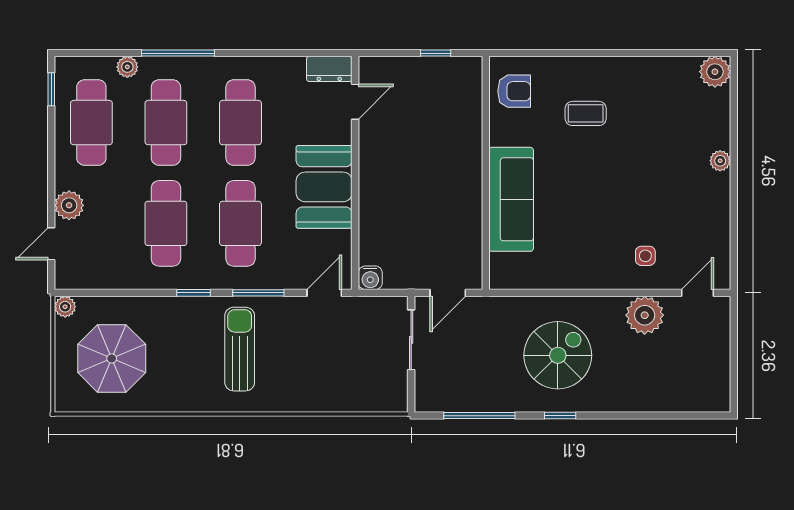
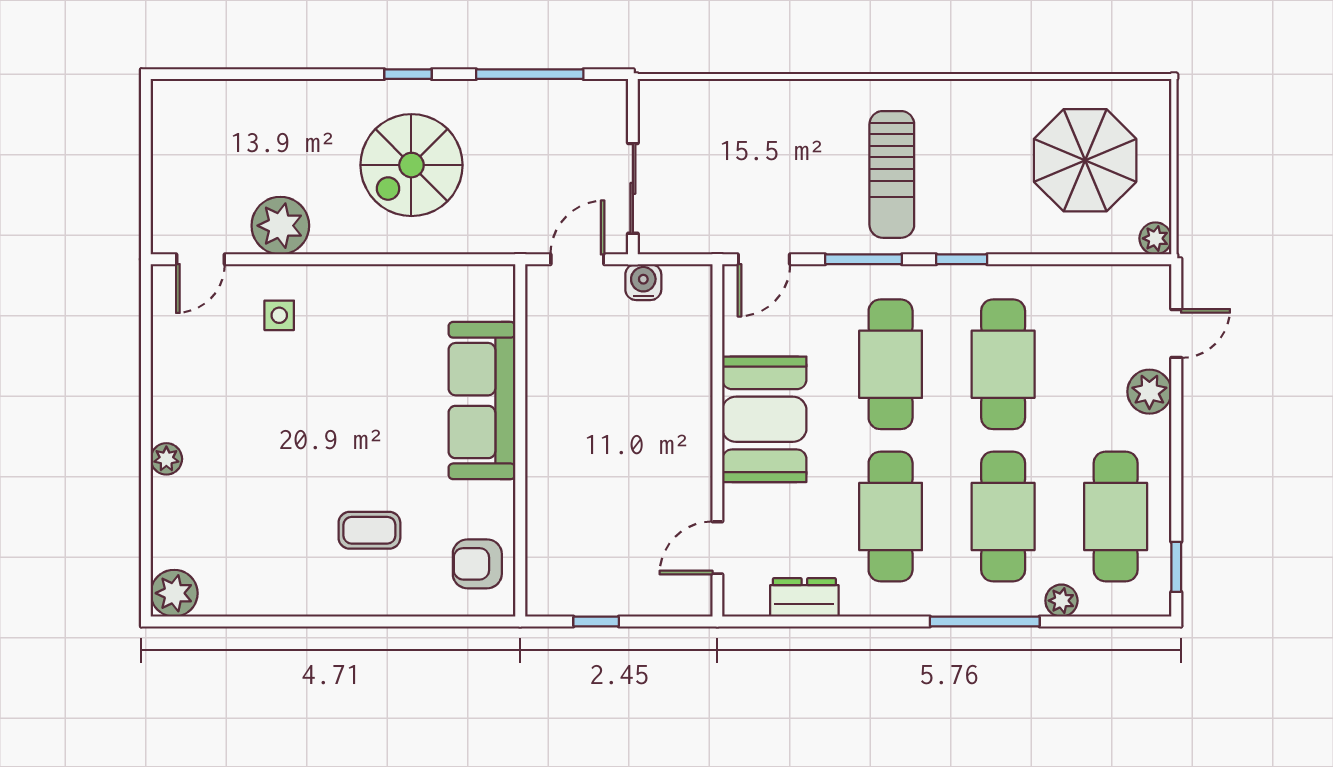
dresser: (329, 69) -> (804, 597), moved
water cooler: (370, 278) -> (643, 282), moved

